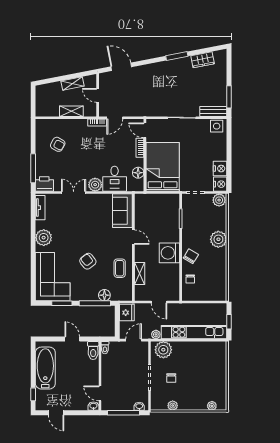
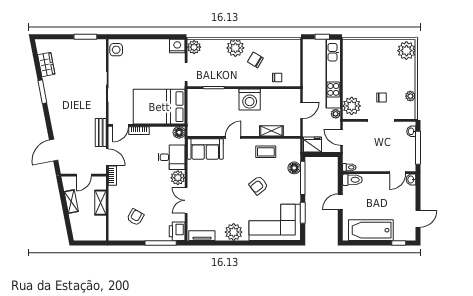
bench: (213, 111) -> (101, 133), moved
nightstand: (220, 169) -> (161, 46), removed
floor lamp: (138, 173) -> (179, 132), moved
chair: (191, 256) -> (255, 60), moved
plant: (212, 406) -> (406, 51), width x1.88, depth x1.88

